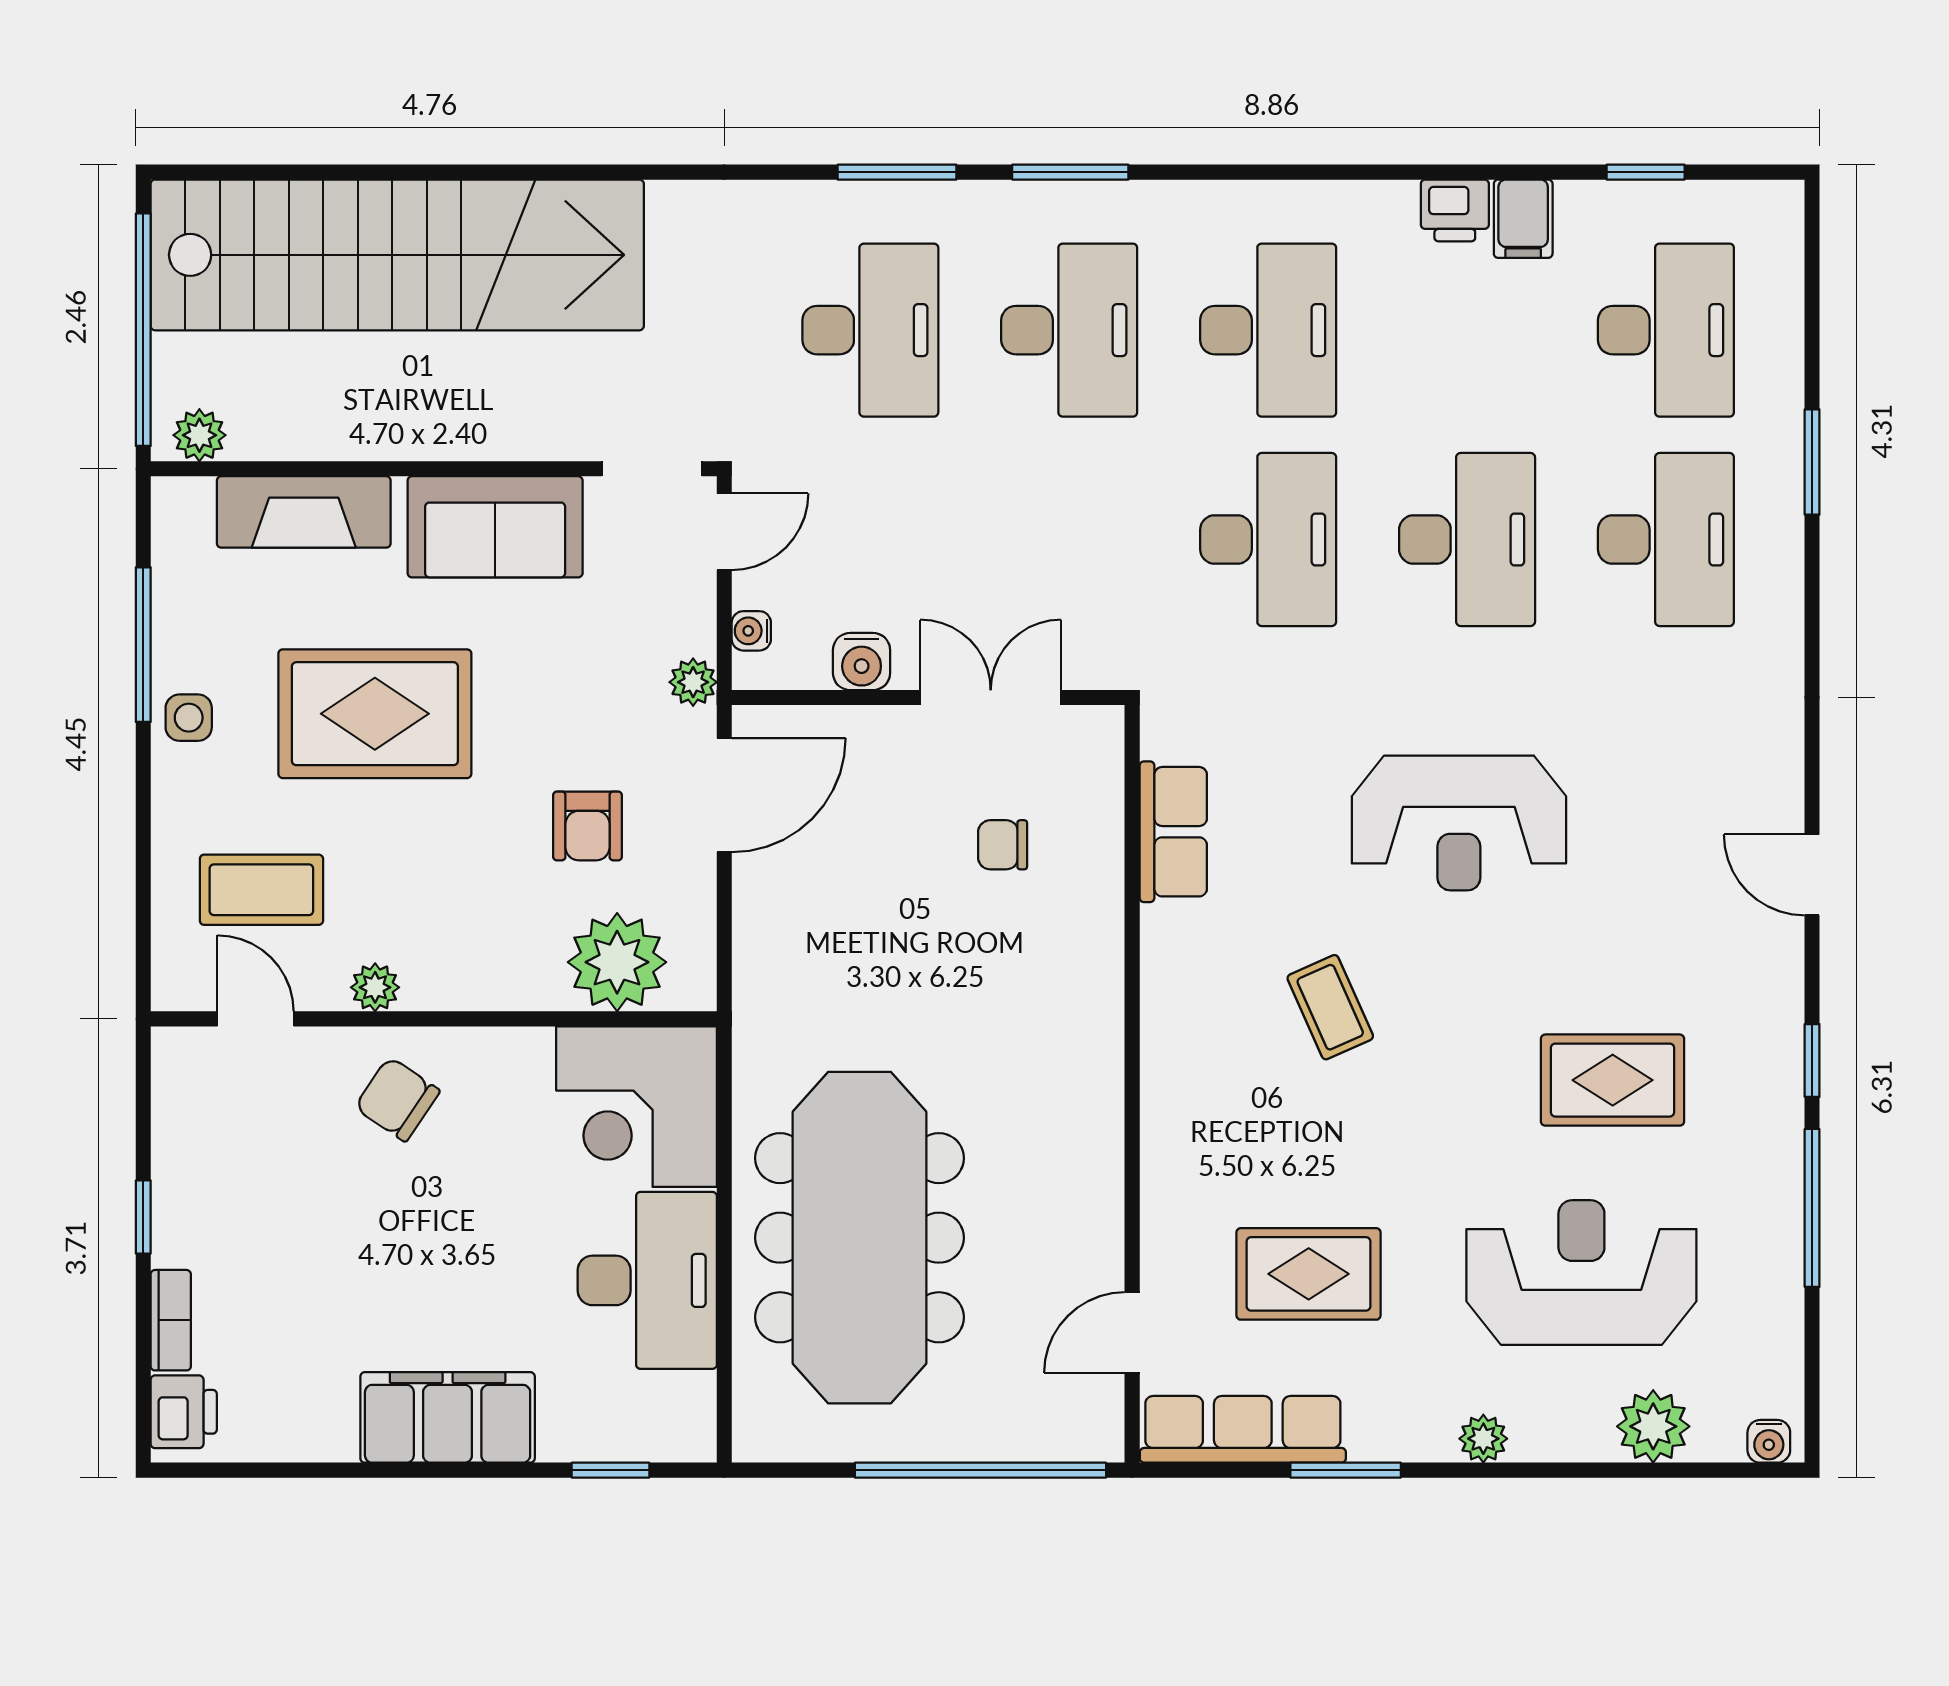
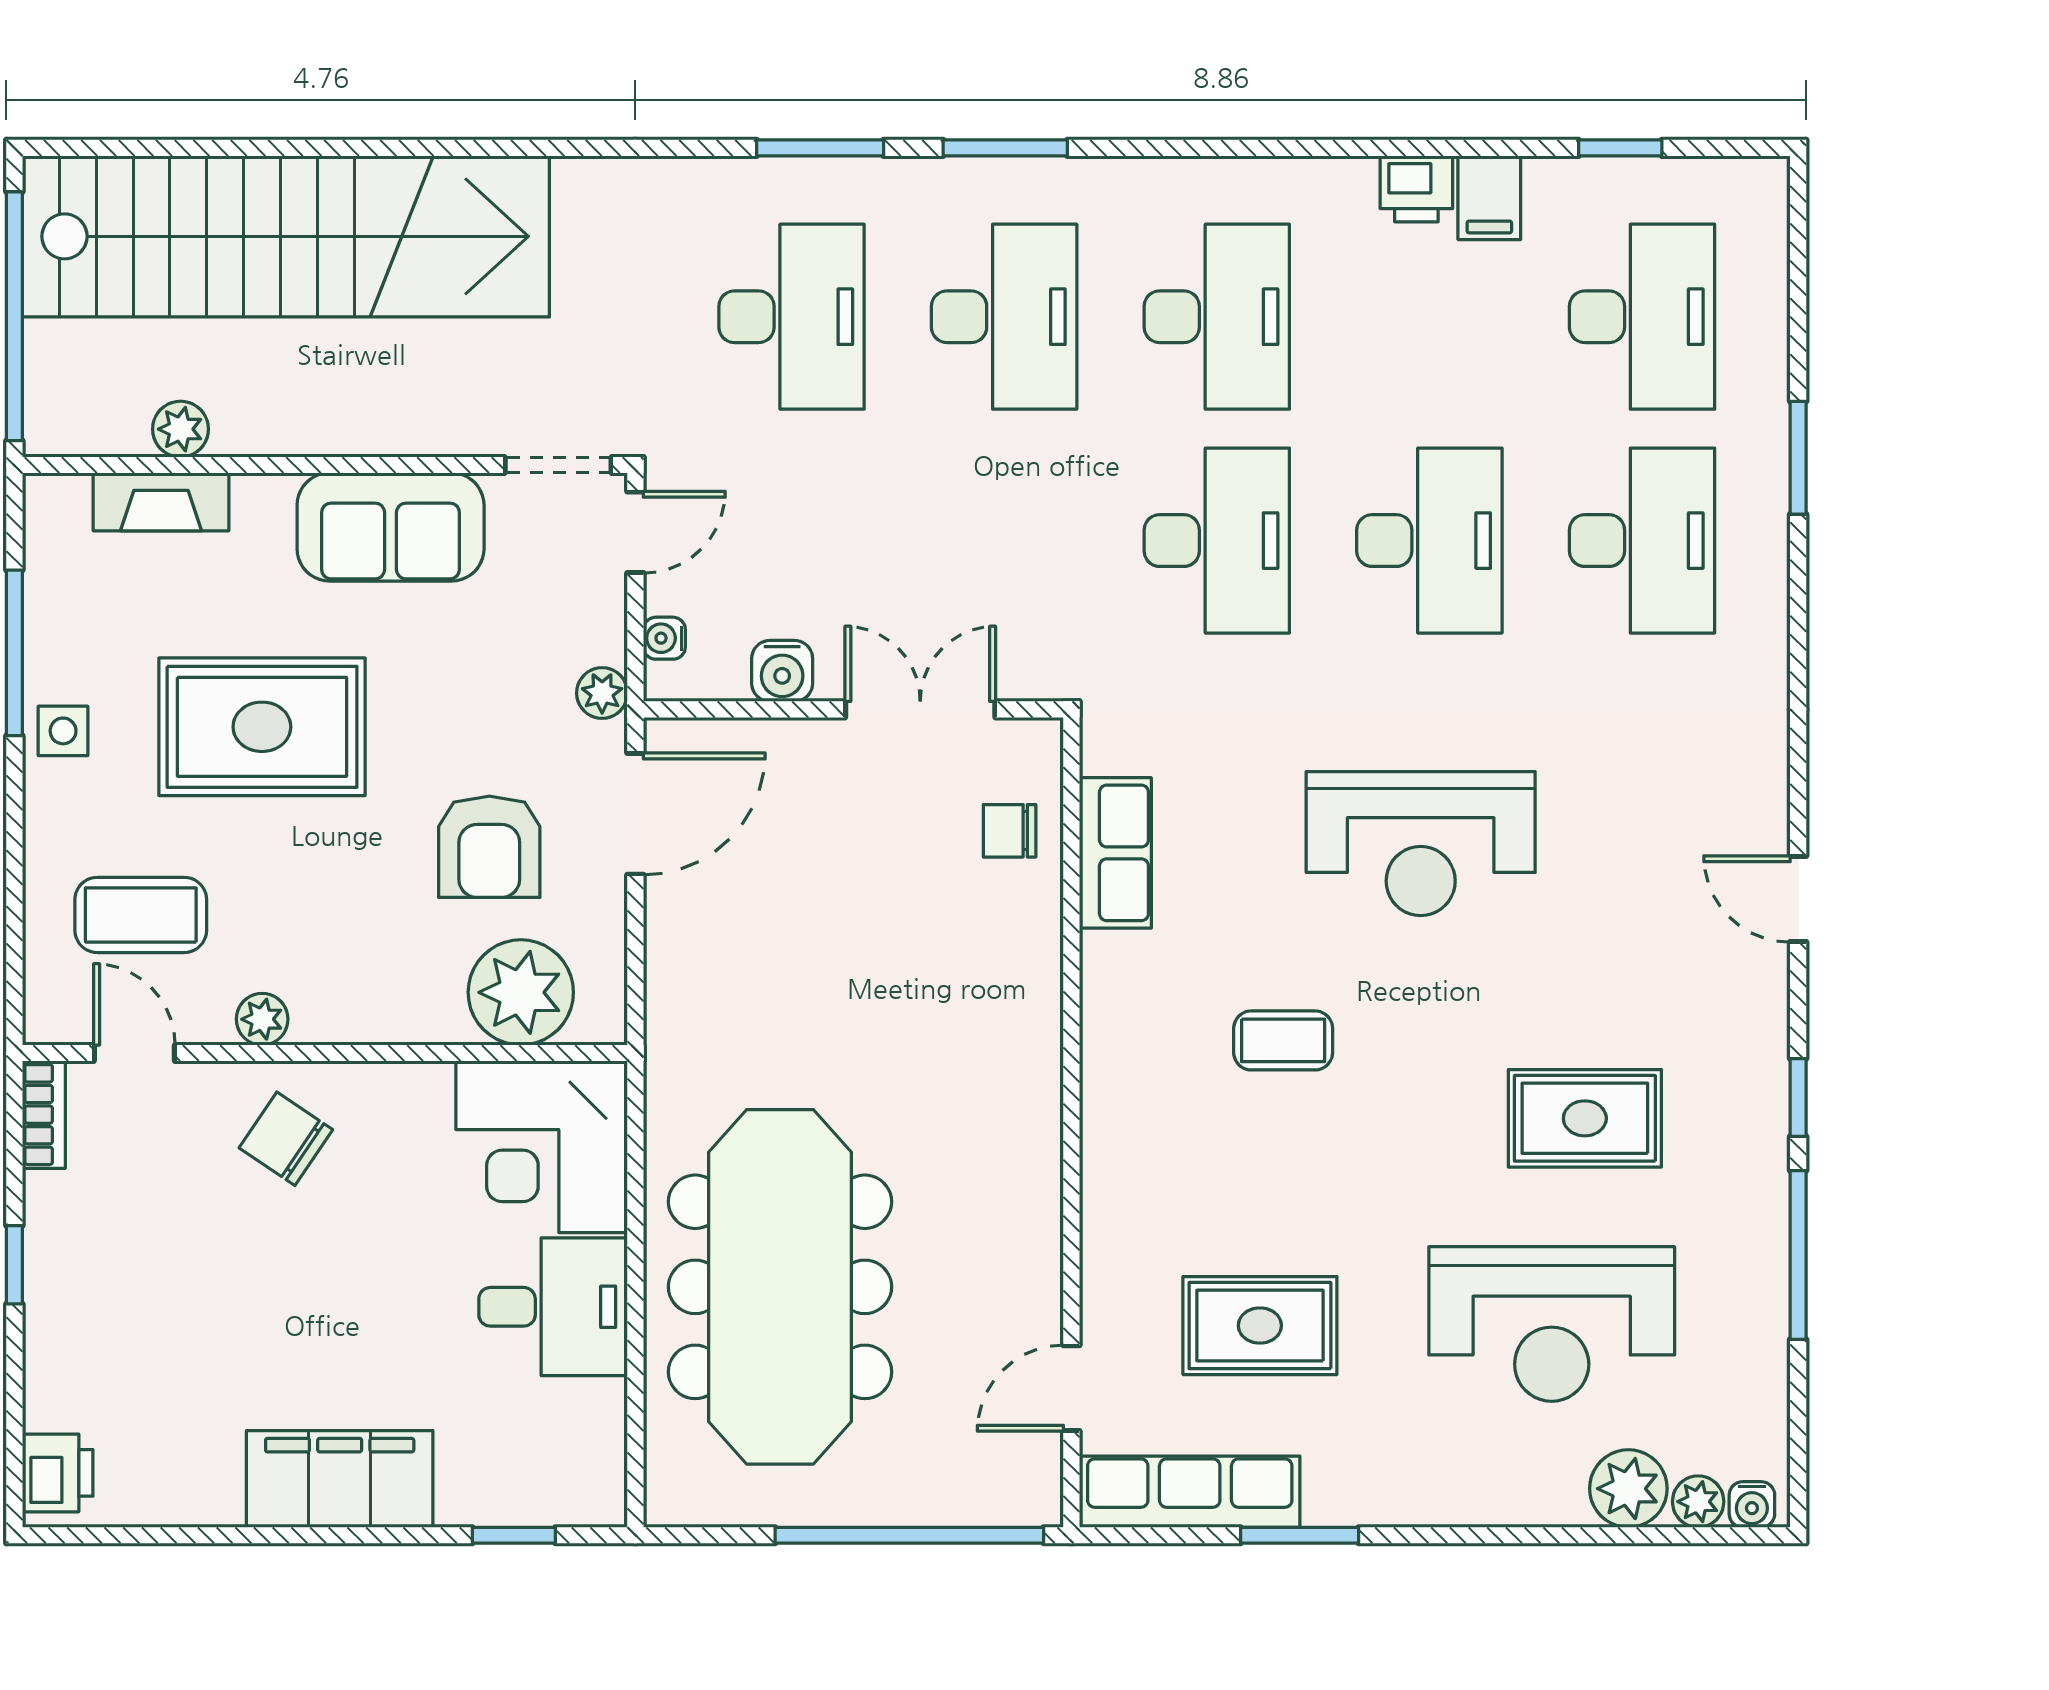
plant: (199, 435) -> (181, 429), moved
fireplace: (304, 512) -> (161, 502), width x0.73, depth x0.76
armchair: (588, 826) -> (489, 847), width x1.38, depth x1.38
chair: (1003, 845) -> (1010, 831), moved
coffee table: (1330, 1007) -> (1283, 1040), turned -66
reception desk: (1581, 1272) -> (1552, 1324), turned 180
desk: (647, 1280) -> (553, 1307), width x0.73
bookcase: (171, 1320) -> (44, 1115), moved
plant: (1483, 1439) -> (1698, 1502), moved

